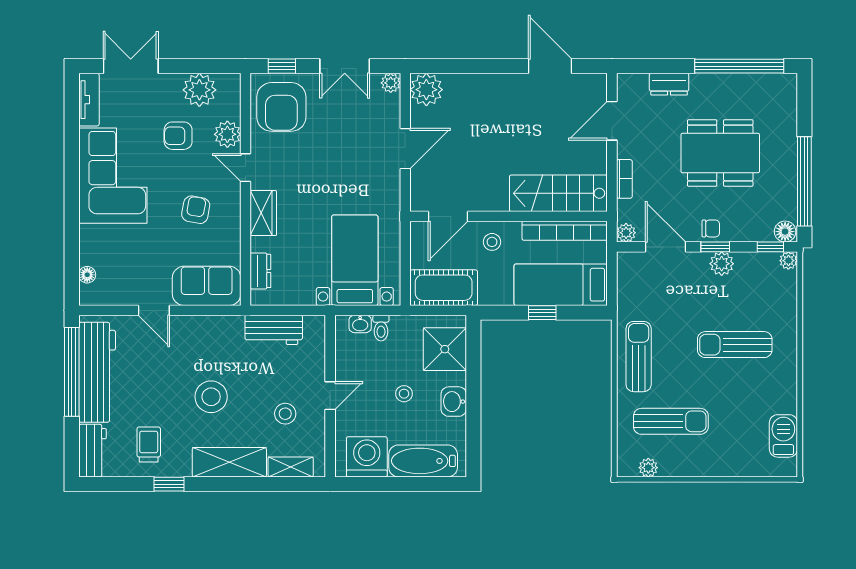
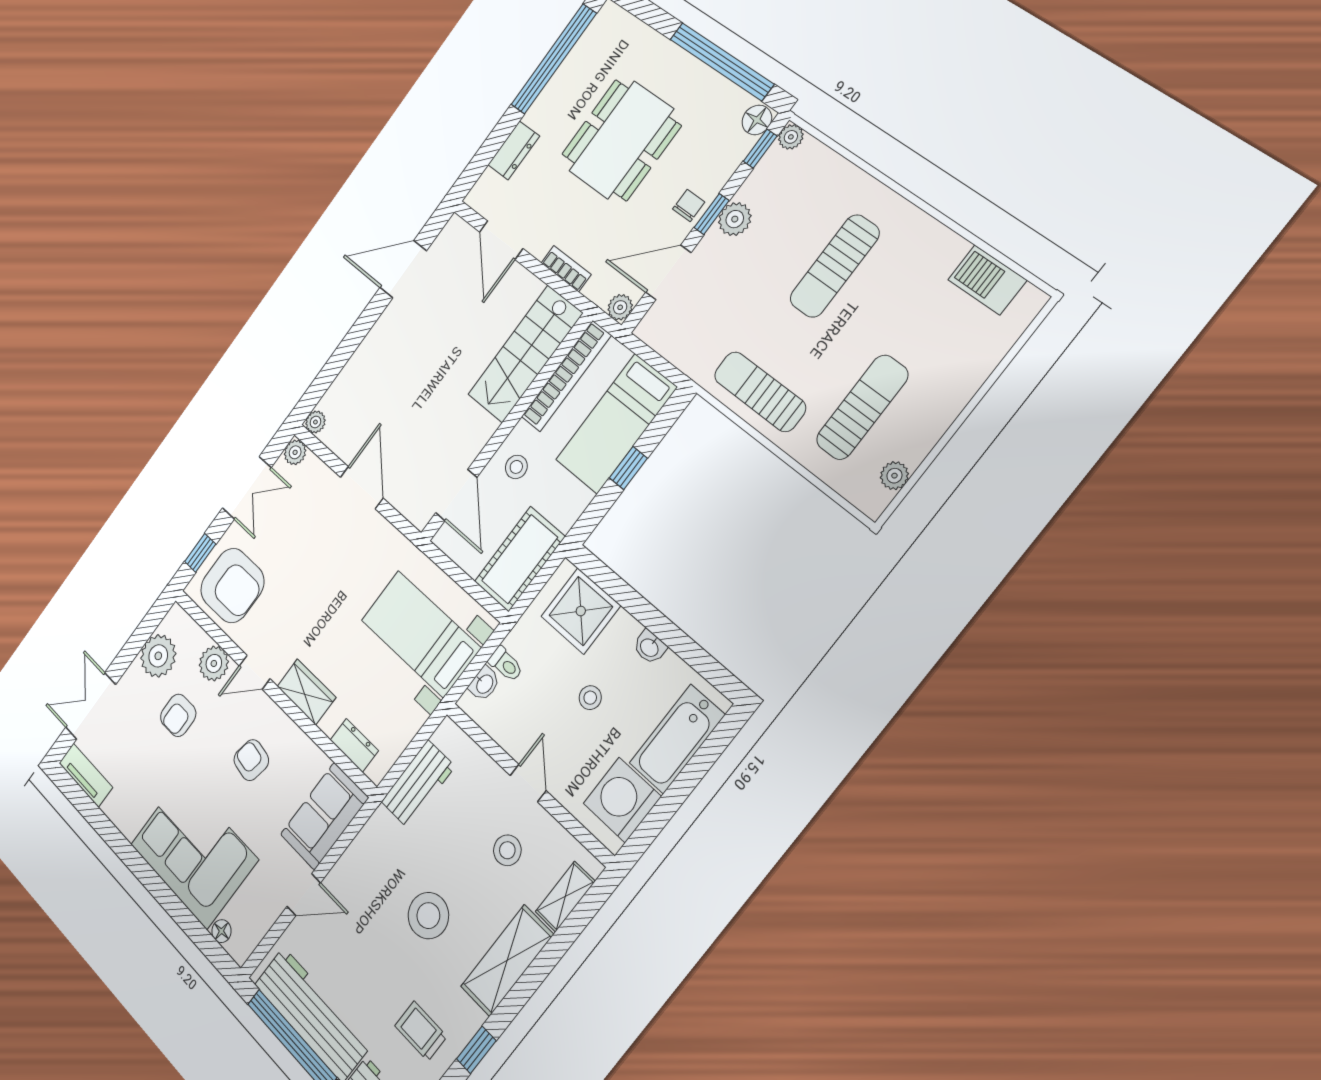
plant: (426, 90) -> (315, 422), width x0.53, depth x0.53
corner sofa: (113, 176) -> (194, 852), moved
washbasin: (454, 402) -> (650, 647), width x0.72, depth x0.69

